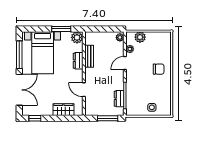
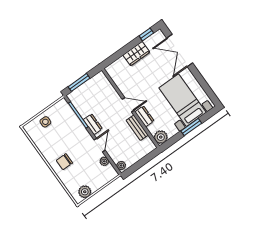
window: (61, 29) -> (191, 127), moved
plant: (140, 37) -> (85, 192), moved
window: (19, 55) -> (203, 83), removed
door: (84, 90) -> (128, 105), moved
dresser: (119, 99) -> (93, 124), moved
wardrobe: (63, 110) -> (136, 54), moved

